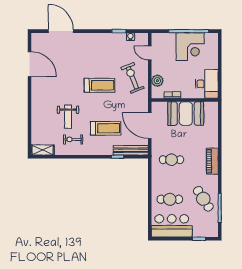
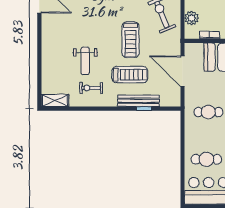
treadmill: (100, 85) -> (130, 40), moved, turned 90
bench: (131, 150) -> (138, 101), moved

